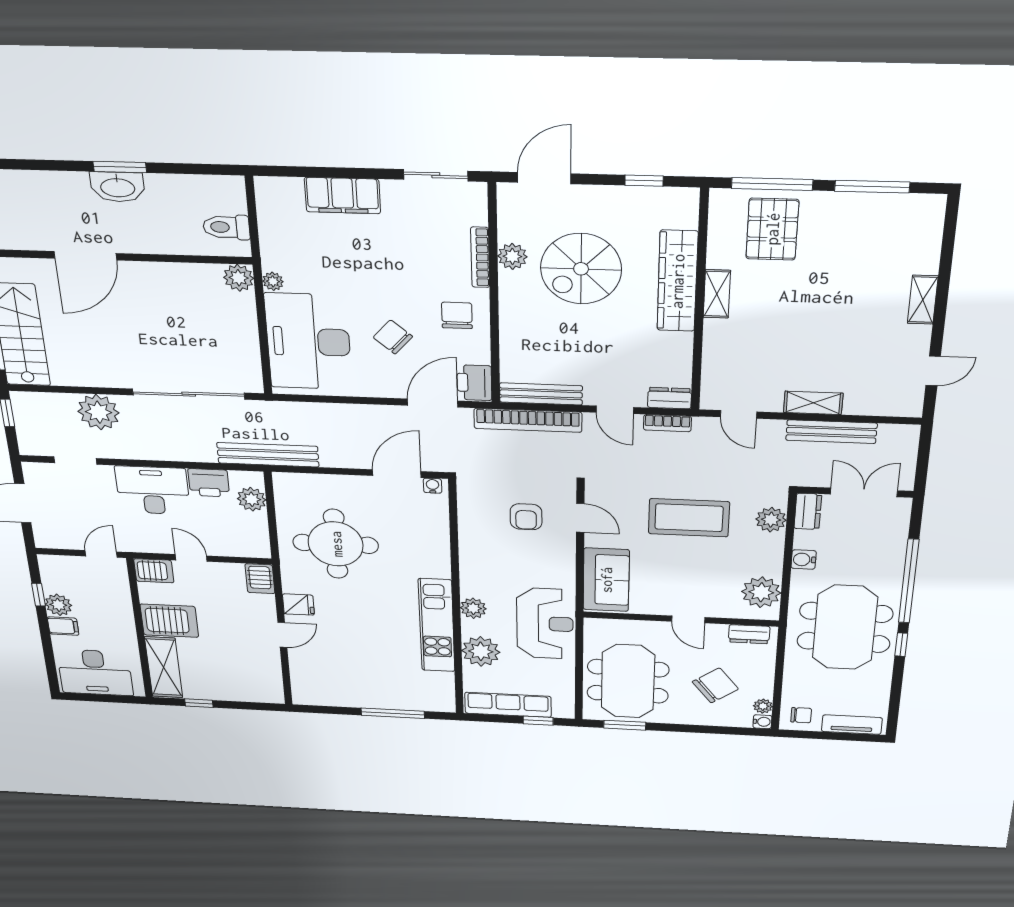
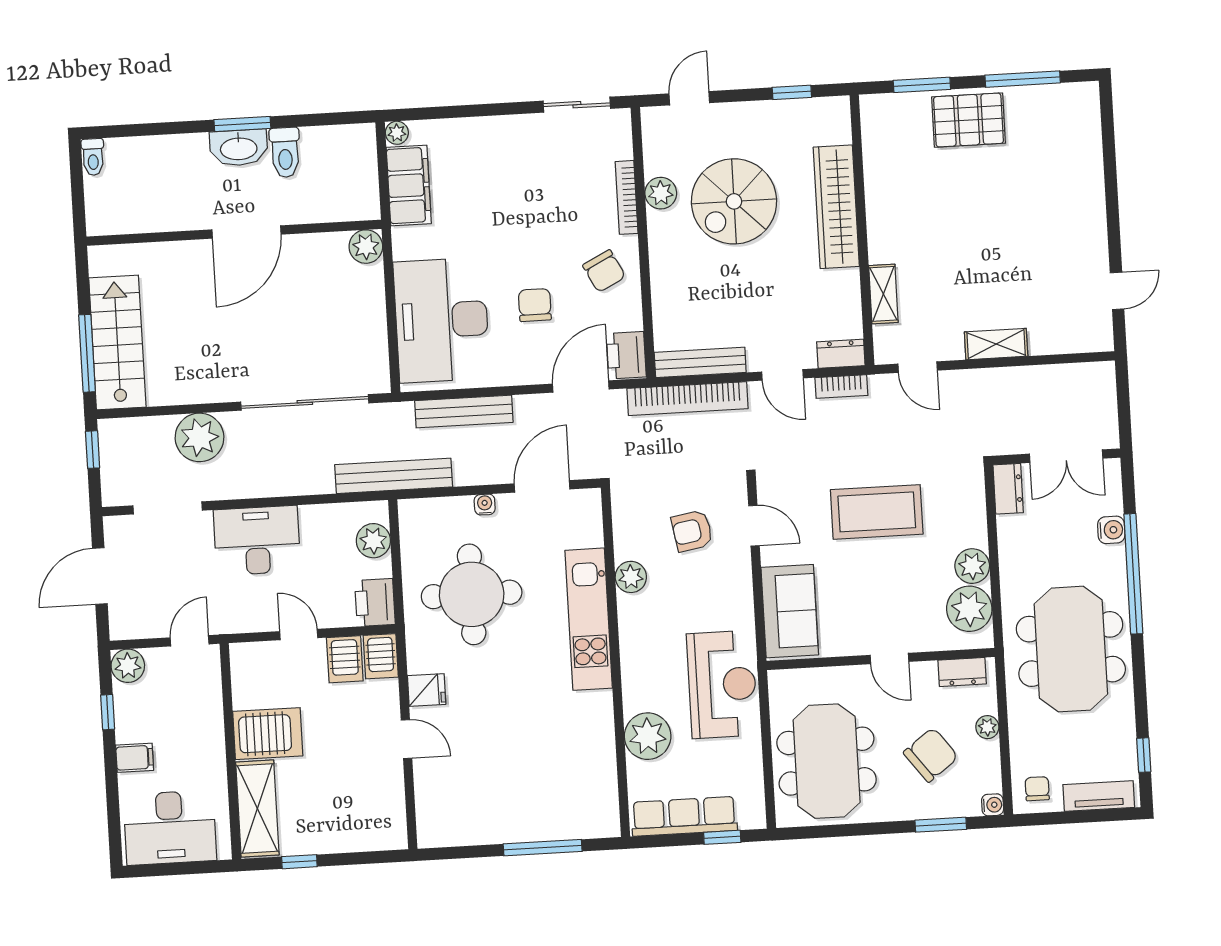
door: (544, 178) -> (689, 98), width x0.73
window: (772, 184) -> (922, 85), width x0.69
filing cabinet: (342, 196) -> (409, 185), moved, turned -90
toilet: (226, 227) -> (285, 152), moved, turned -90
pallet: (772, 229) -> (968, 120), moved, turned 90
door: (85, 256) -> (247, 232), moved
plant: (273, 281) -> (397, 133), moved
shelving: (717, 294) -> (883, 294), moved
shelving: (923, 300) -> (1093, 205), removed
chair: (457, 315) -> (604, 271), turned 153
chair: (393, 337) -> (535, 305), turned 49
bench: (831, 432) -> (464, 411), moved
doorway: (75, 461) -> (168, 508), width x1.38
printer: (209, 483) -> (375, 602), moved, turned 90
water cooler: (433, 486) -> (485, 505), moved
double door: (864, 492) -> (1066, 456), swing flipped
armchair: (526, 517) -> (692, 531), turned 80
plant: (771, 520) -> (972, 566), moved
water cooler: (804, 560) -> (1111, 530), moved, turned 180
server rack: (154, 571) -> (345, 659), moved, turned 90
plant: (58, 605) -> (128, 666), moved
plant: (473, 608) -> (631, 577), moved
kitchen unit: (437, 625) -> (589, 619), moved
door: (282, 635) -> (407, 739), hinge flipped
window: (901, 645) -> (1144, 755), moved
plant: (763, 706) -> (987, 727), moved
chair: (801, 715) -> (1037, 789), turned -90
window: (625, 725) -> (941, 825), moved

